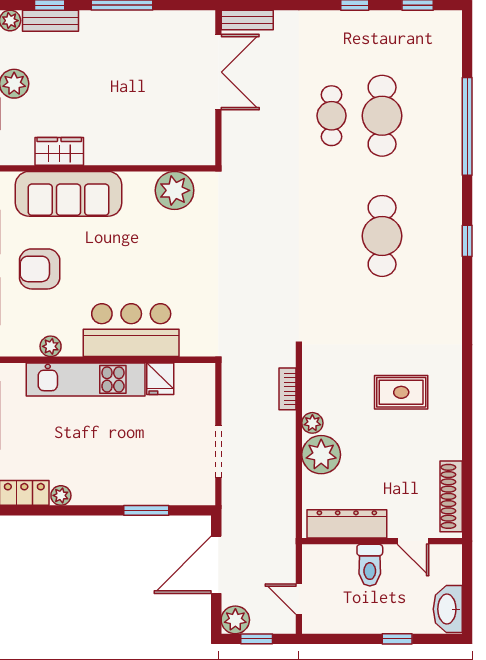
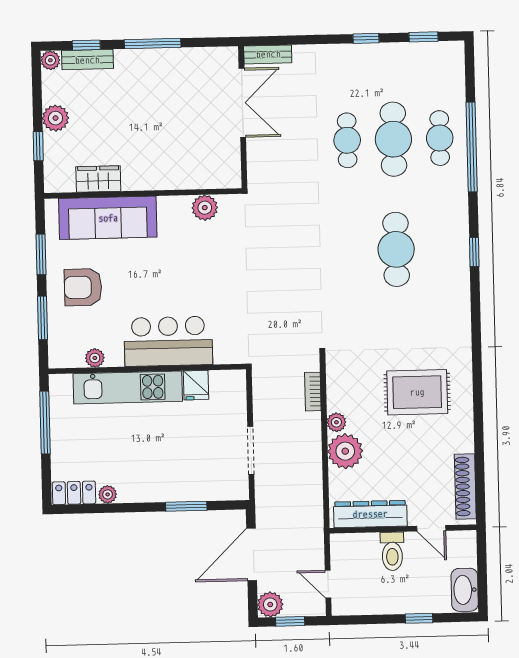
cafe table: (433, 116) -> (440, 138), added
plant: (175, 190) -> (205, 208), width x0.73, depth x0.73
rug: (401, 392) -> (417, 392), width x1.36, depth x1.43

